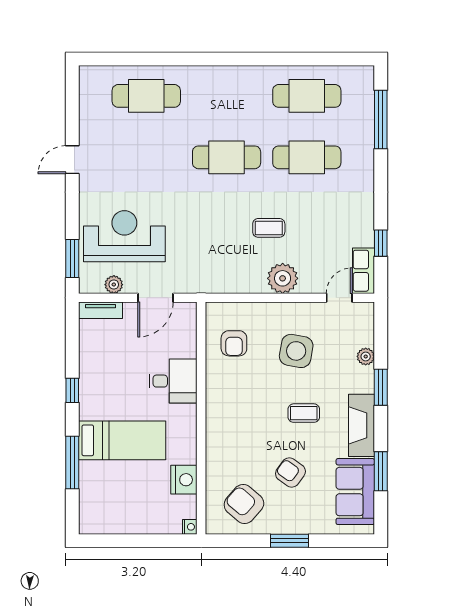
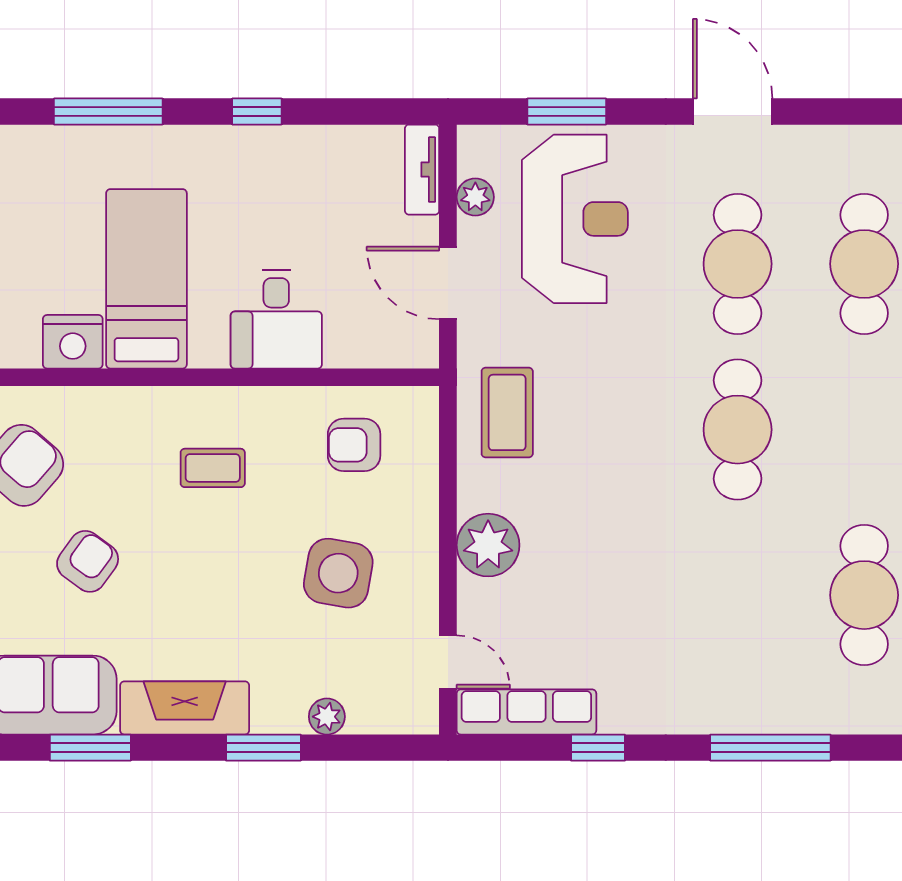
window: (381, 120) -> (770, 748), moved
cafe table: (307, 157) -> (738, 264), moved
door: (72, 160) -> (733, 111), width x1.38
coffee table: (269, 228) -> (507, 412), moved, width x1.36, depth x1.30
window: (381, 243) -> (598, 748), moved
window: (72, 259) -> (567, 111), moved
row of seats: (363, 271) -> (526, 712), width x1.48
coffee table: (304, 413) -> (213, 468), moved, turned 90
bed: (122, 440) -> (146, 279), moved, turned 180

